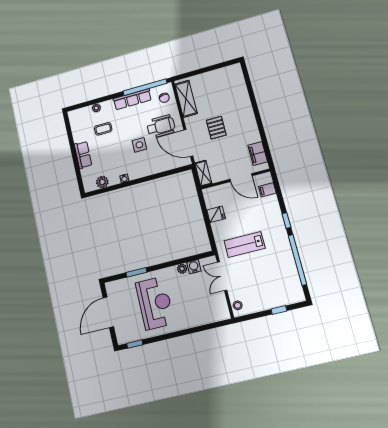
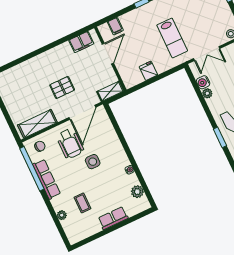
wheelchair: (161, 126) -> (70, 143), turned 180

